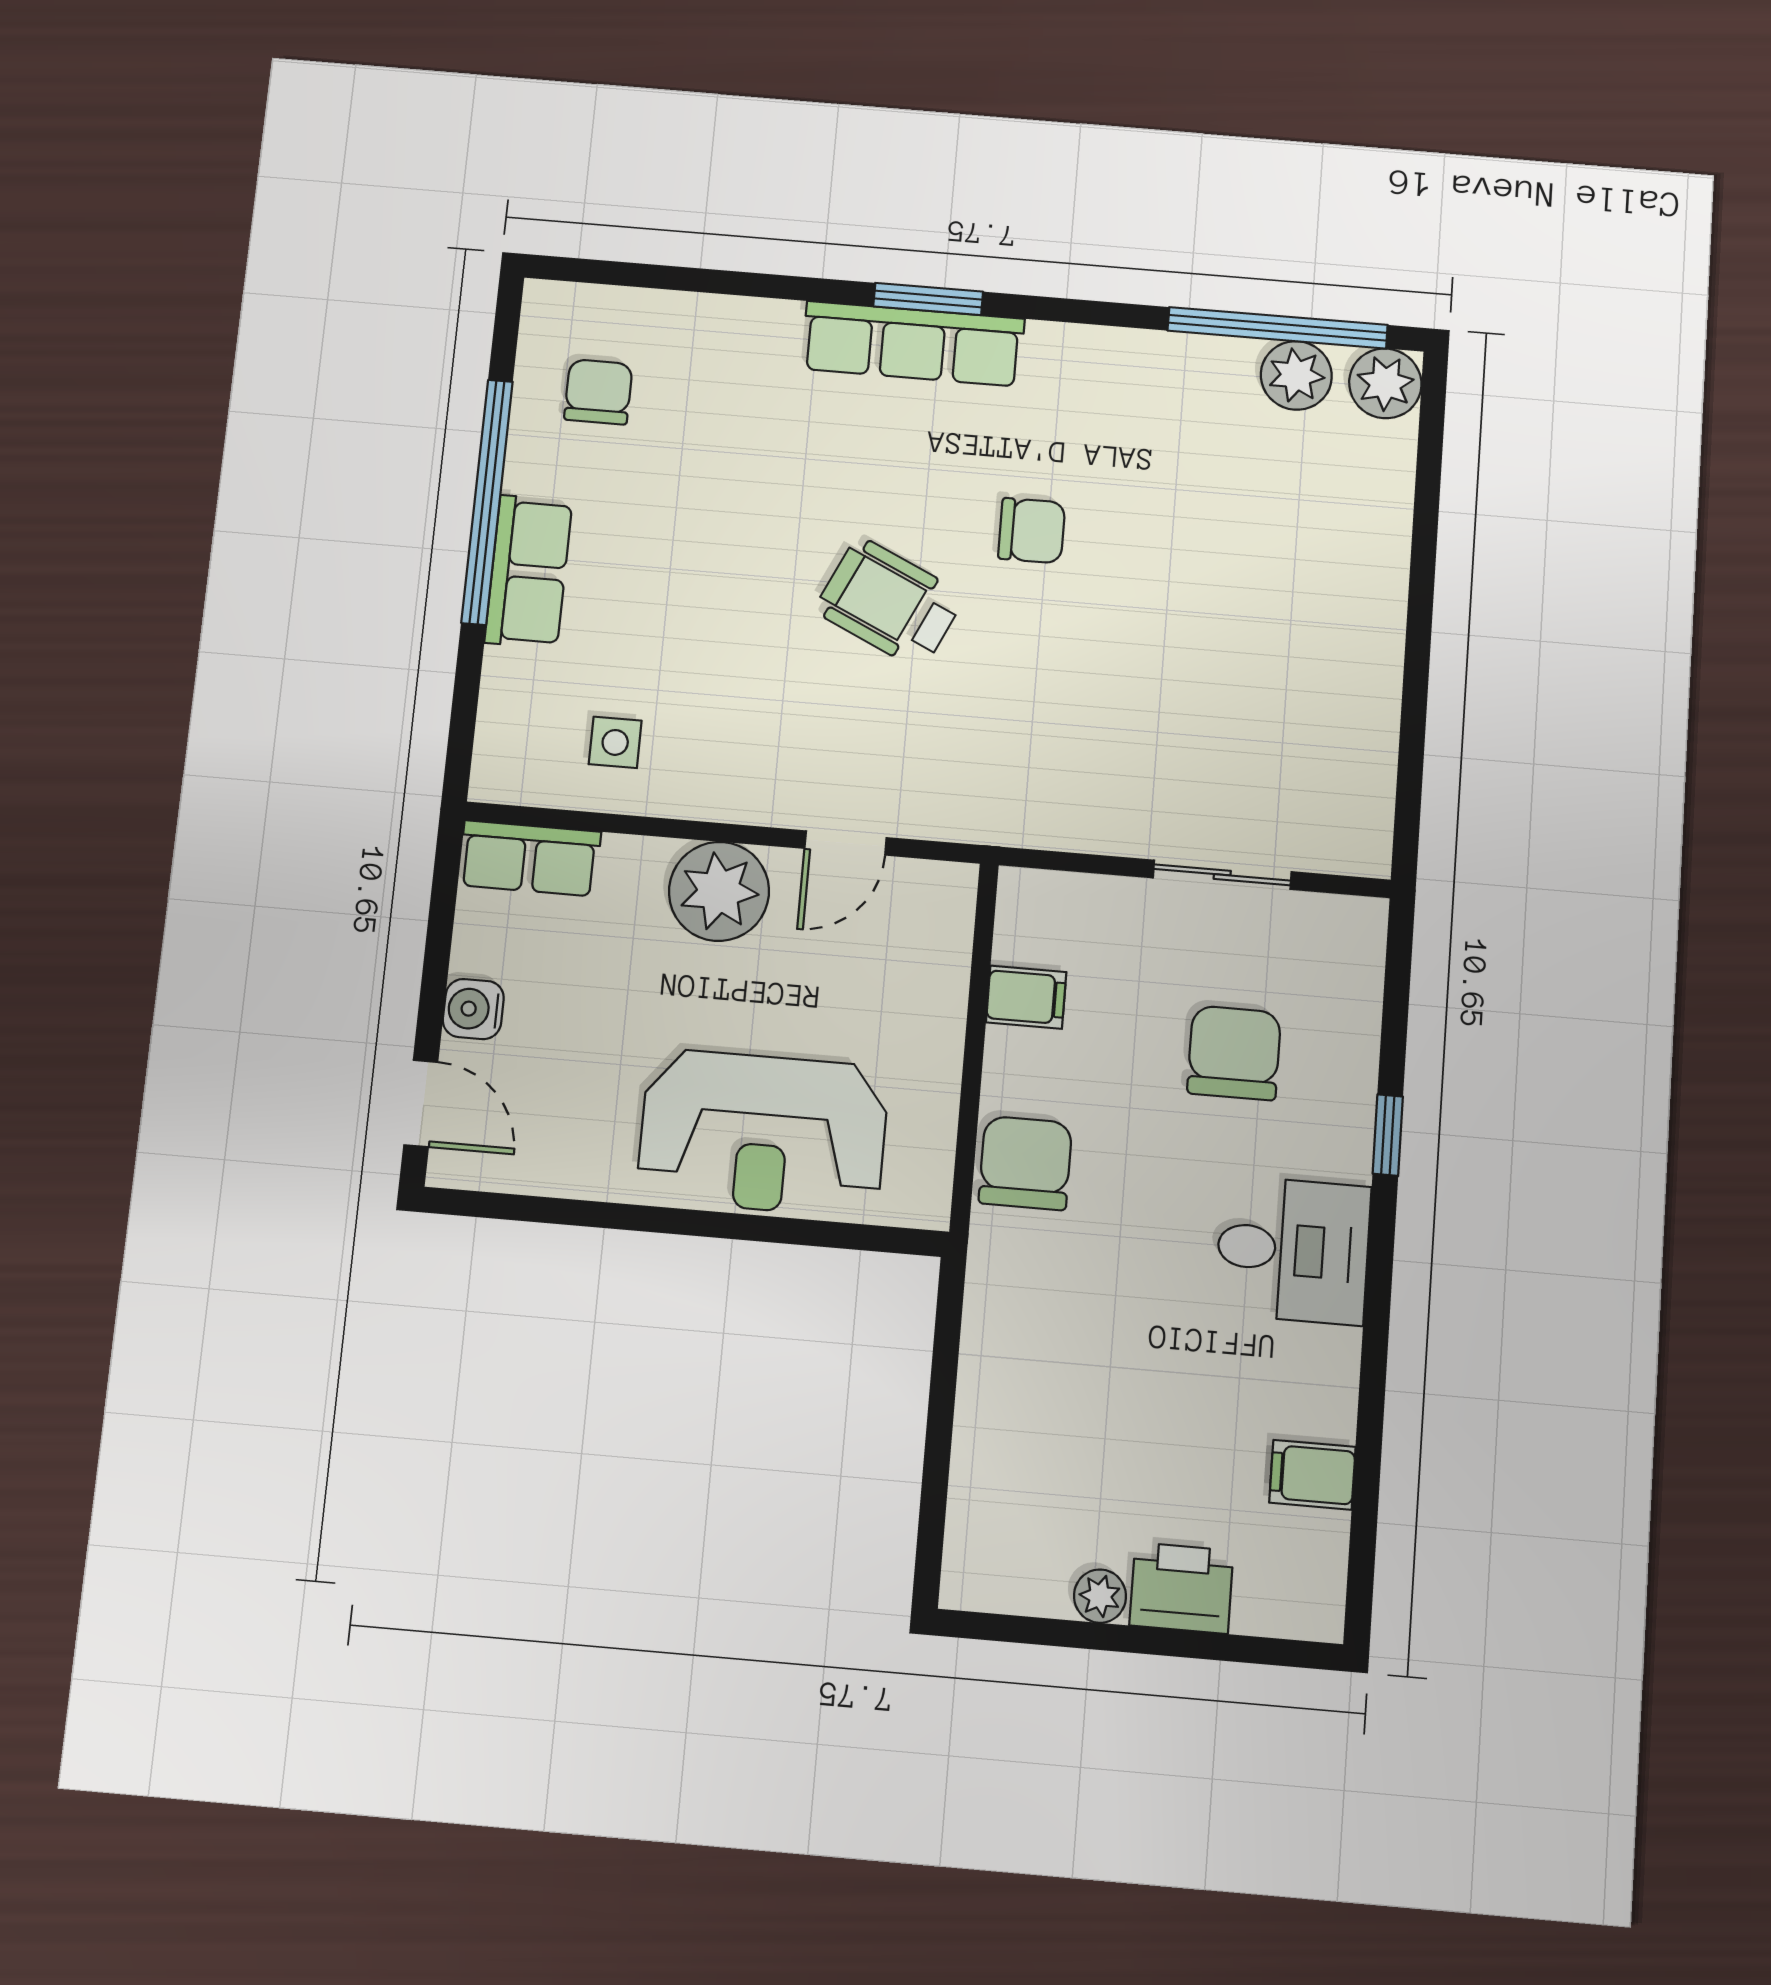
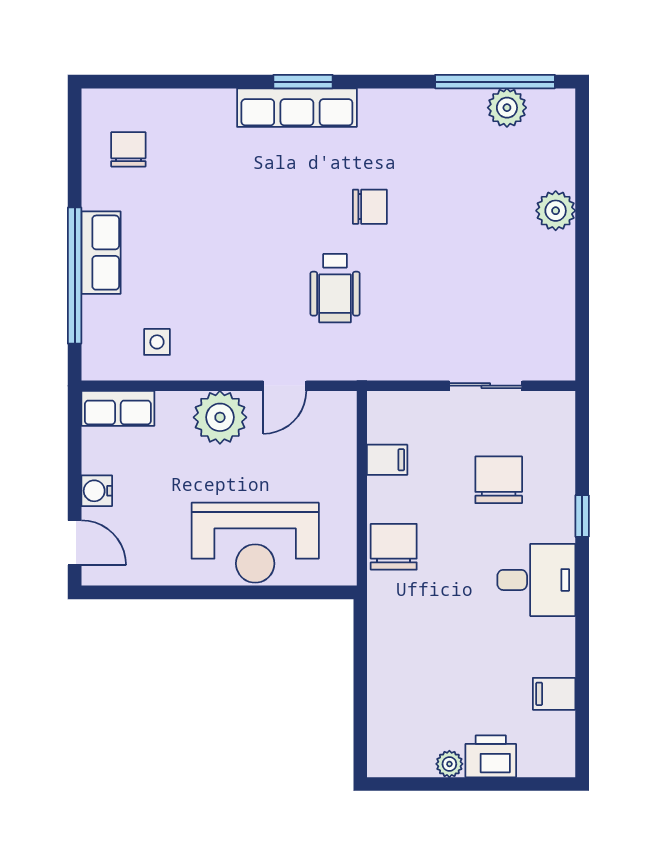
plant: (1385, 383) -> (556, 211), moved
window: (487, 502) -> (75, 276), moved
wheelchair: (890, 603) -> (335, 288), moved, turned -115

